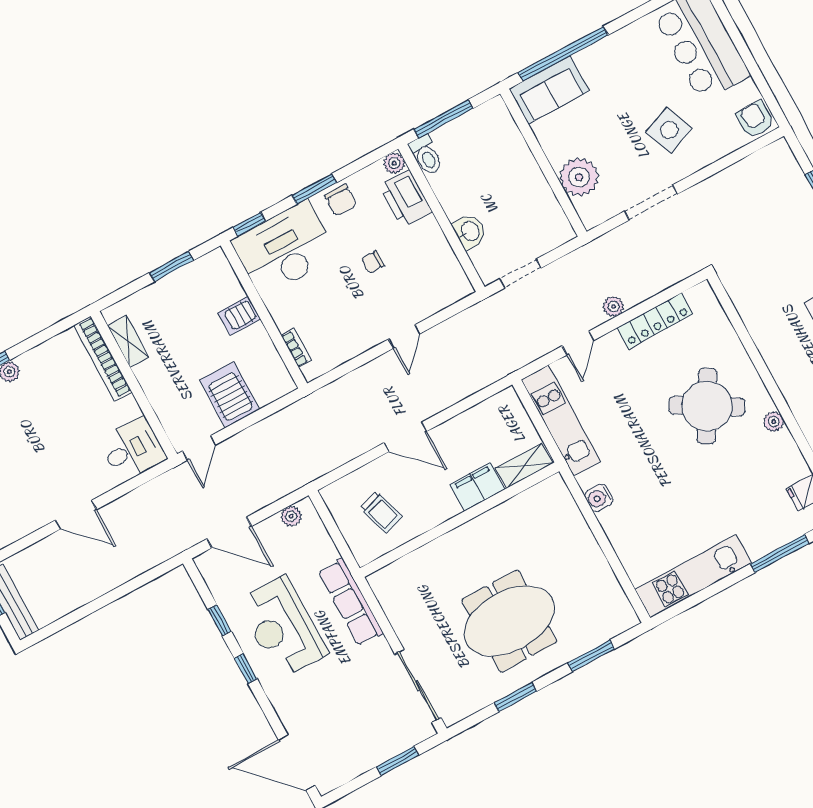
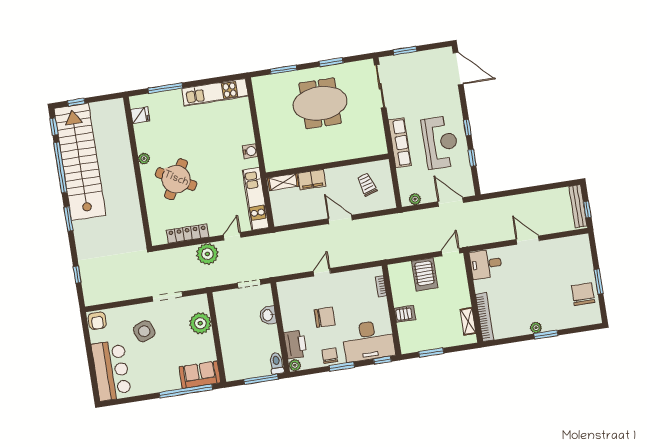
chair: (373, 262) -> (325, 317), width x1.87, depth x1.87
plant: (613, 306) -> (207, 254), width x1.88, depth x1.88

